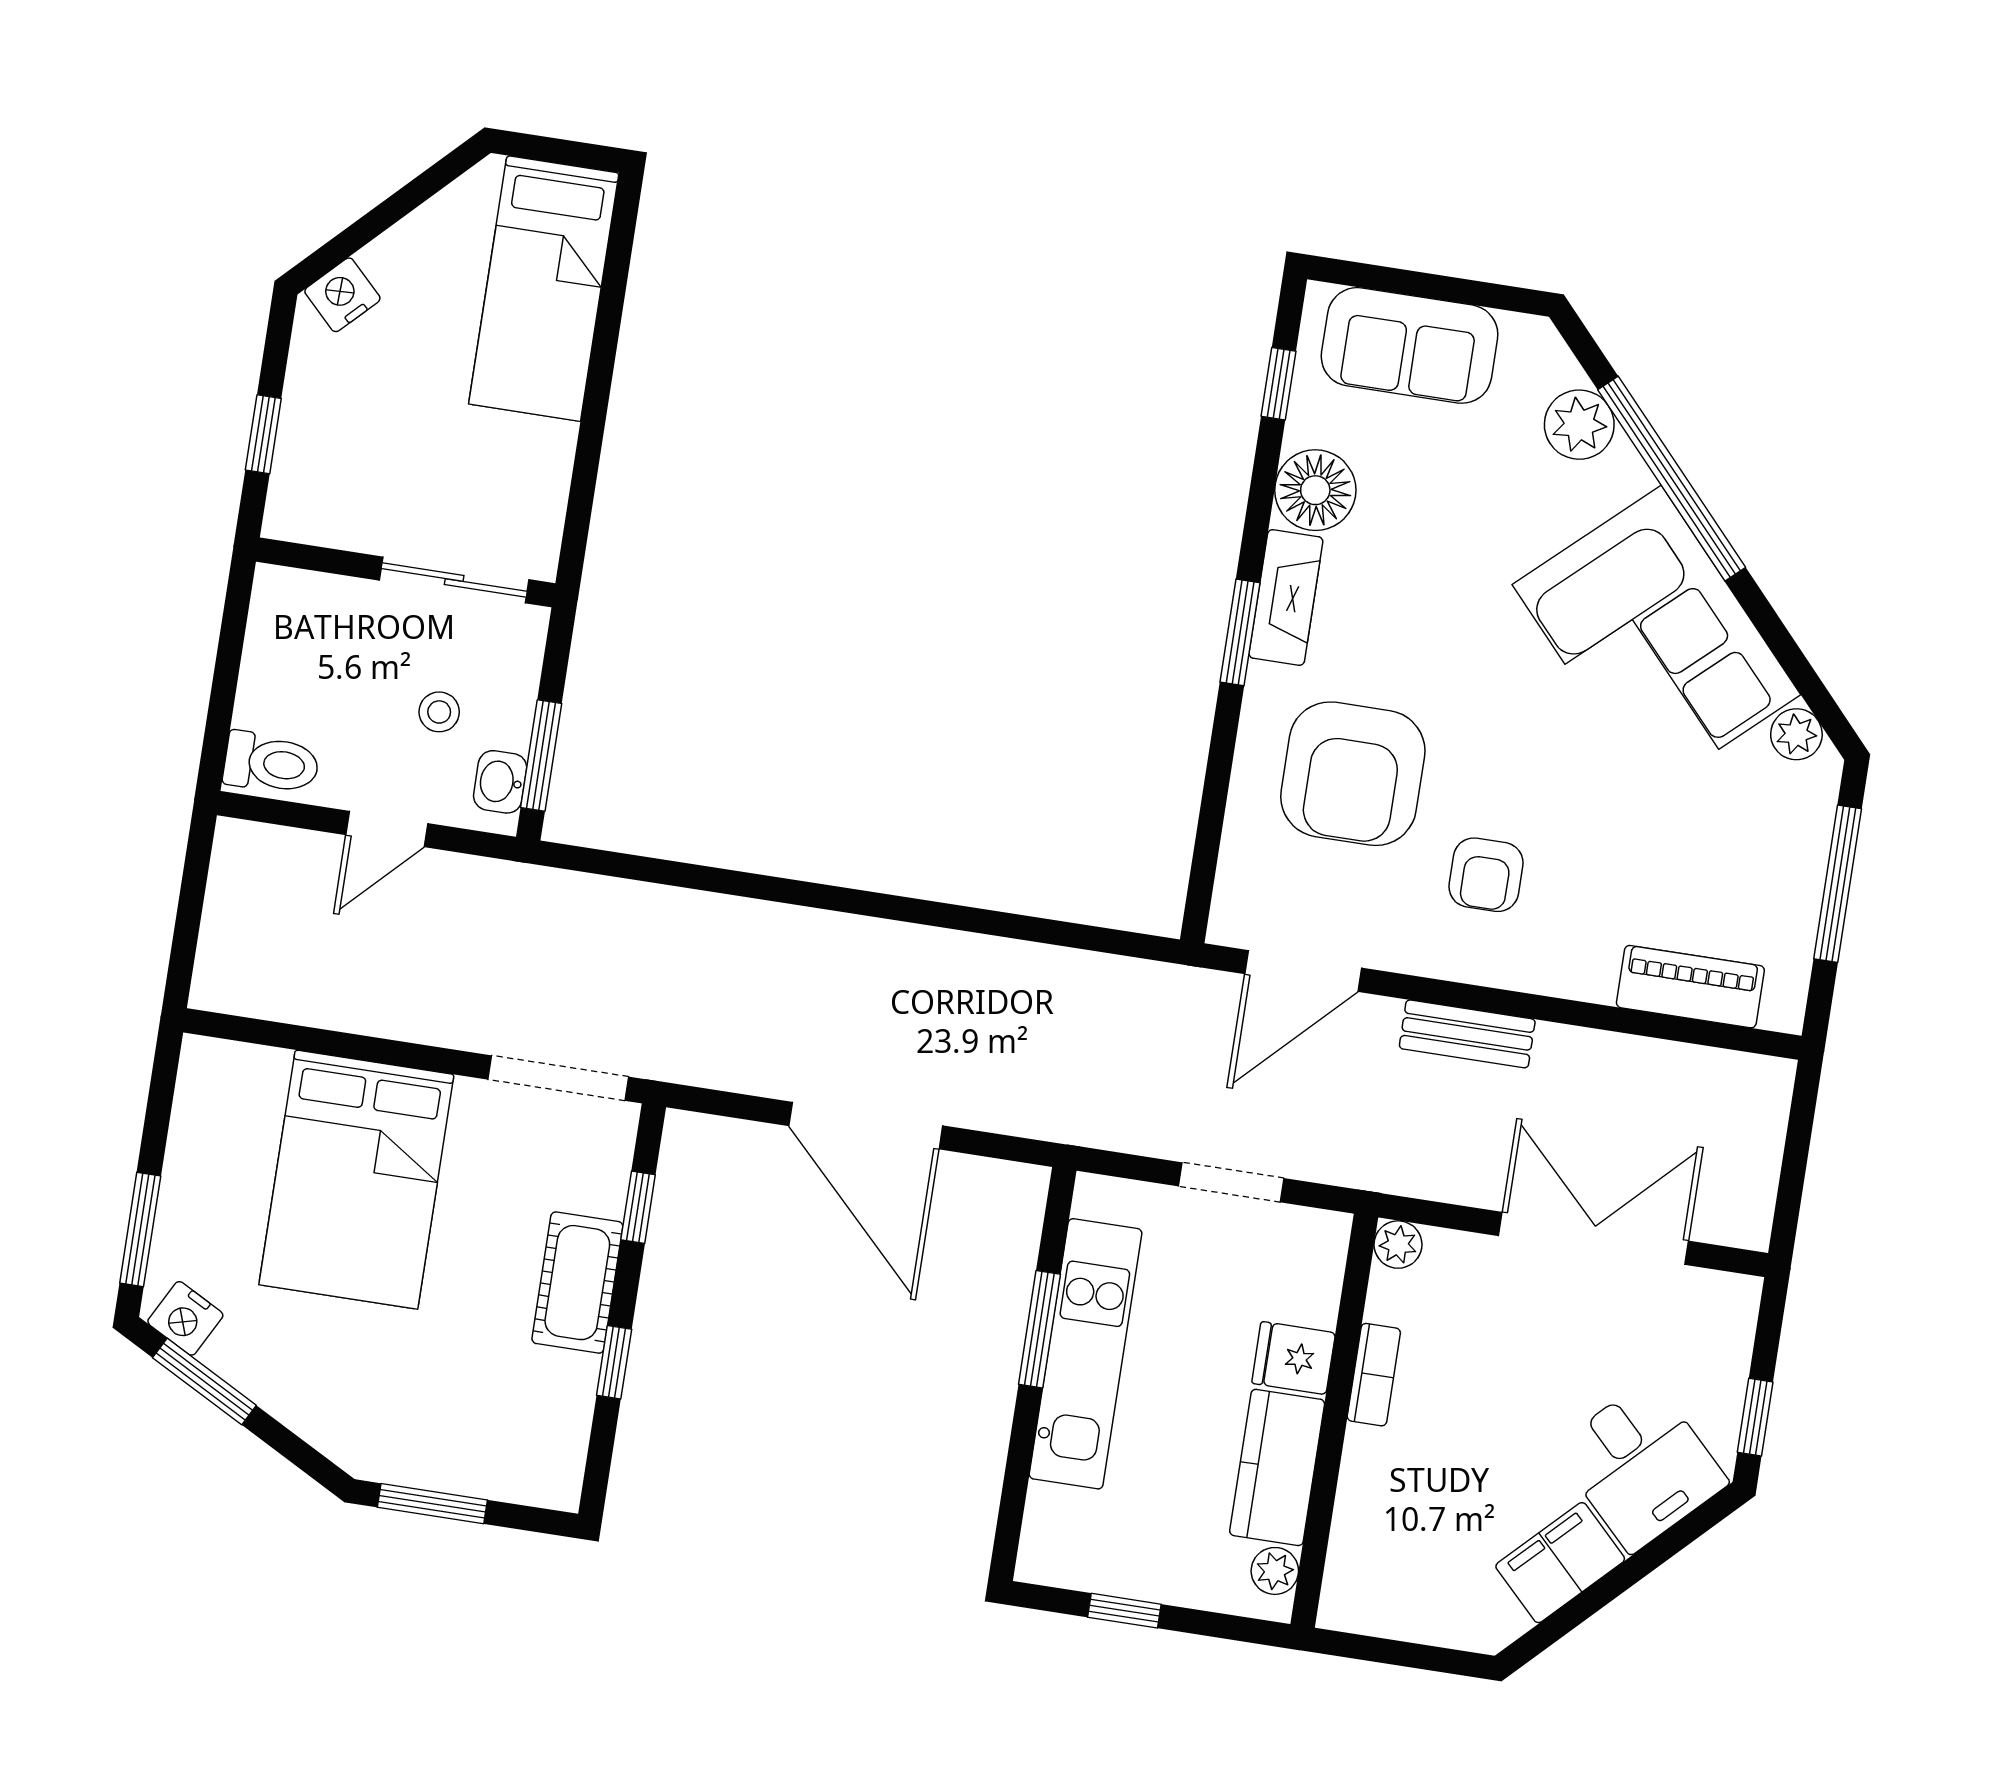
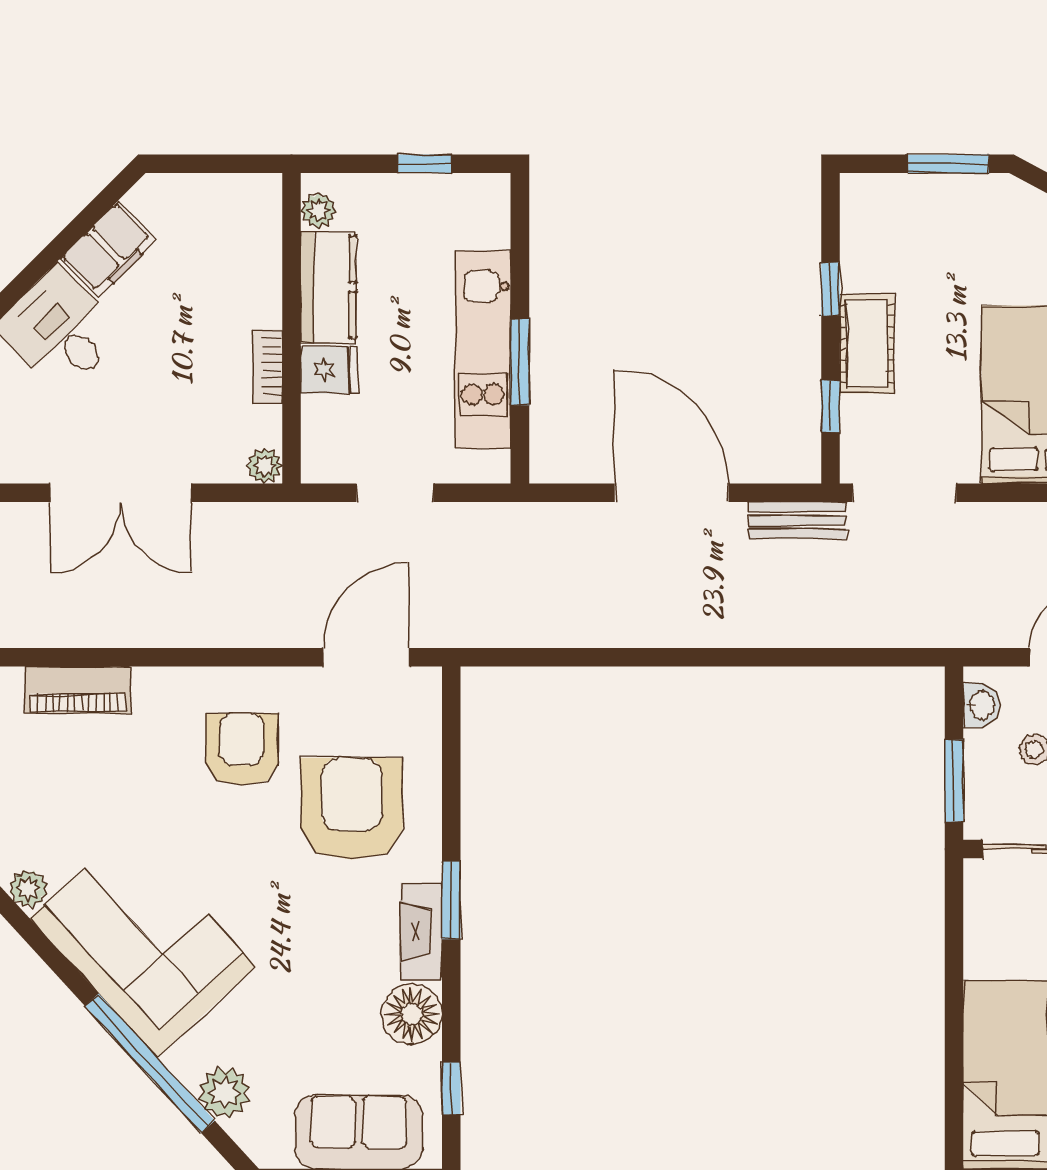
window: (541, 755) -> (954, 781), moved
armchair: (1486, 875) -> (242, 749), width x1.38, depth x1.38
bench: (1467, 1034) -> (797, 520), moved

